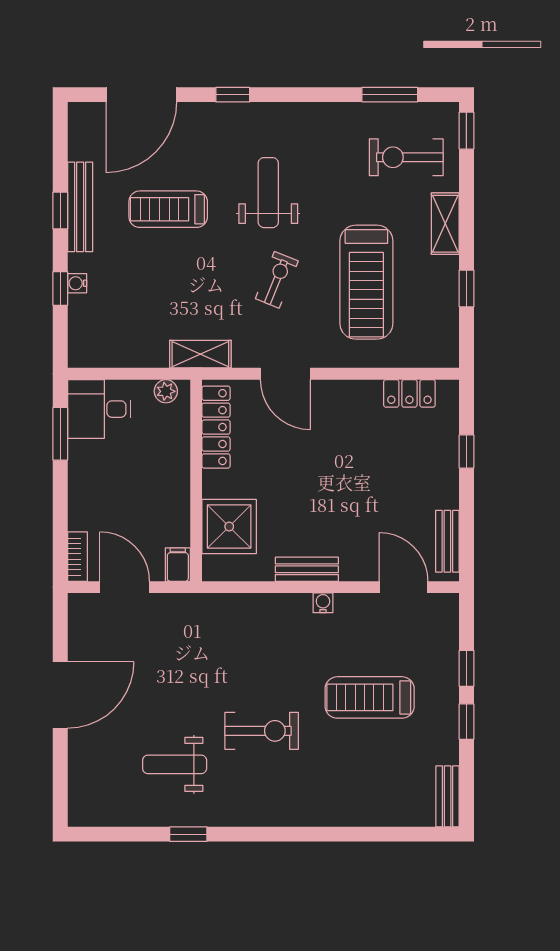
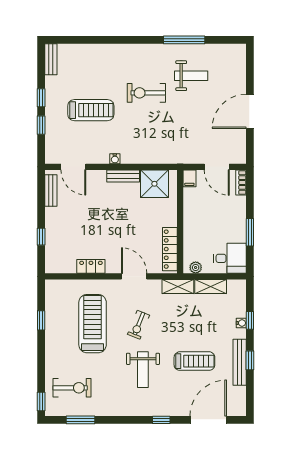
shelving: (445, 224) -> (211, 287), moved, turned 90
locker: (409, 393) -> (91, 266), moved
window: (60, 434) -> (250, 232), moved
shower: (229, 527) -> (154, 184), moved
window: (188, 834) -> (184, 40), width x2.17

